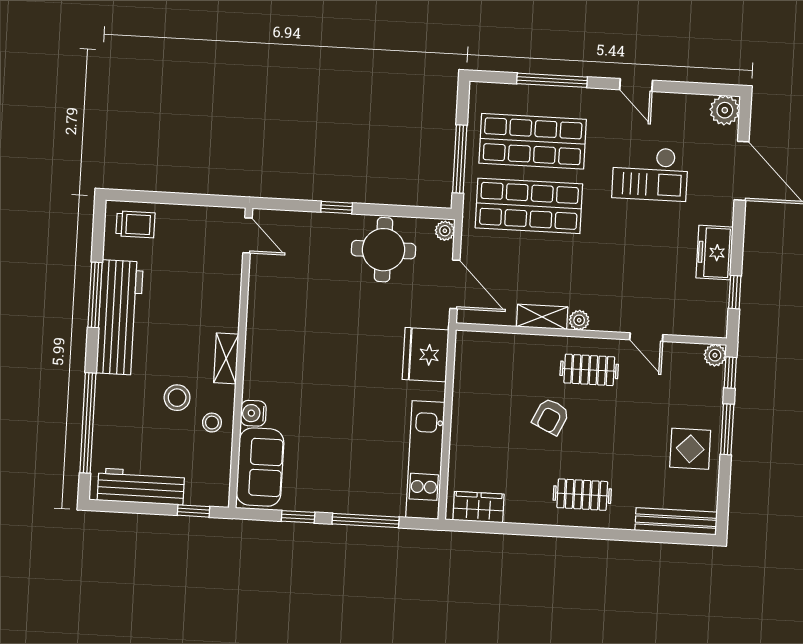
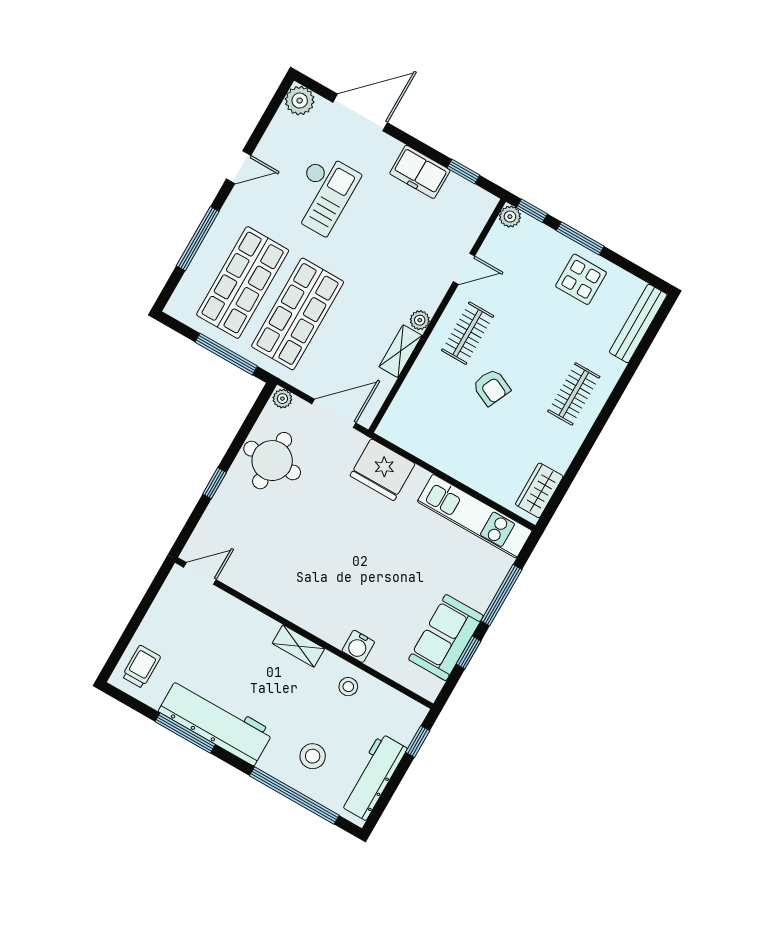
stool: (177, 398) -> (313, 756), moved
sofa: (260, 467) -> (446, 638), moved, turned -90

